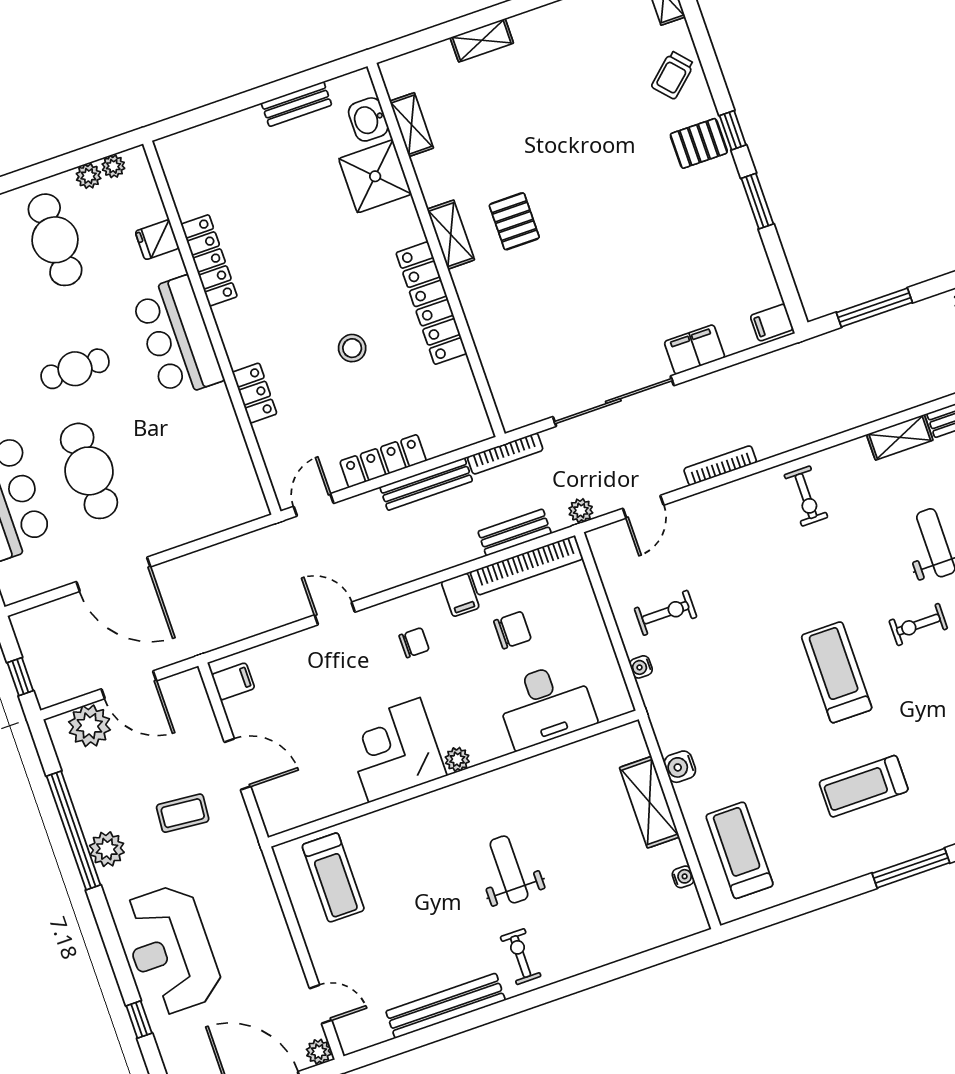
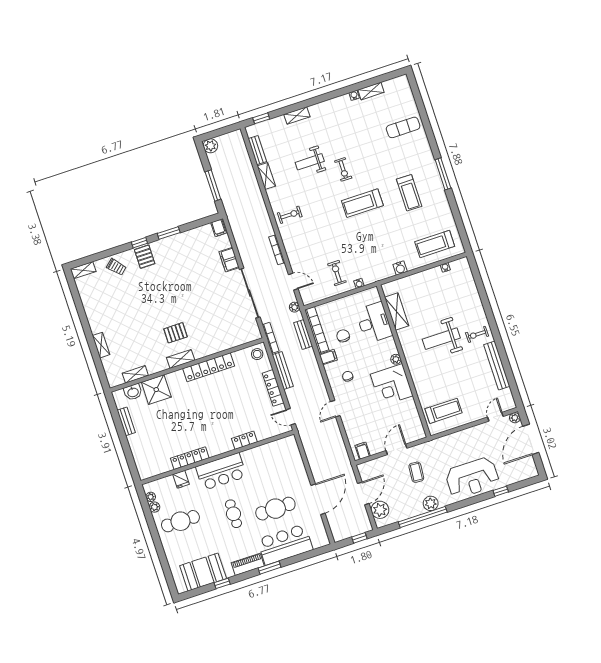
stool: (352, 348) -> (257, 354), moved
shelving: (649, 802) -> (397, 312), moved, turned 90
weight bench: (509, 869) -> (441, 339), width x1.36, depth x1.33

